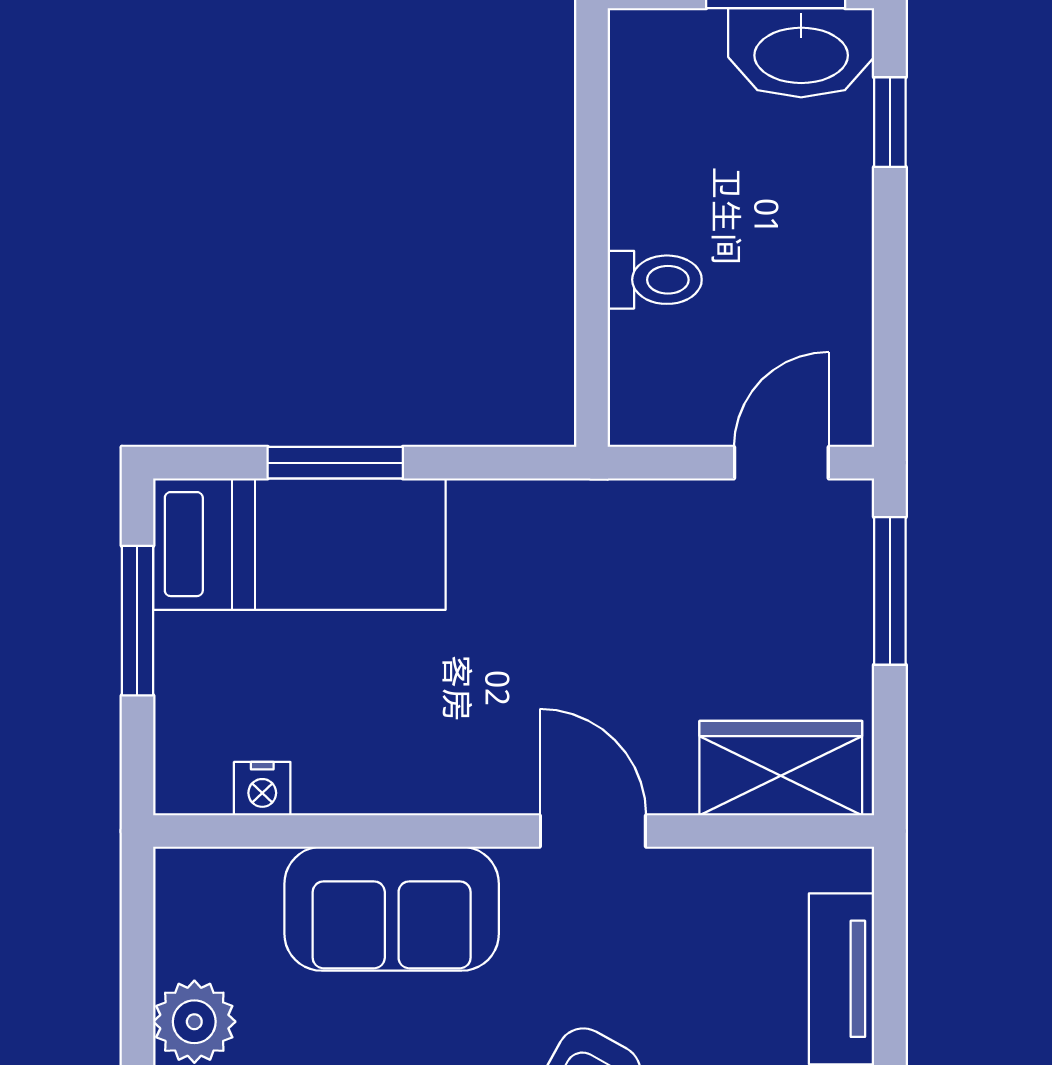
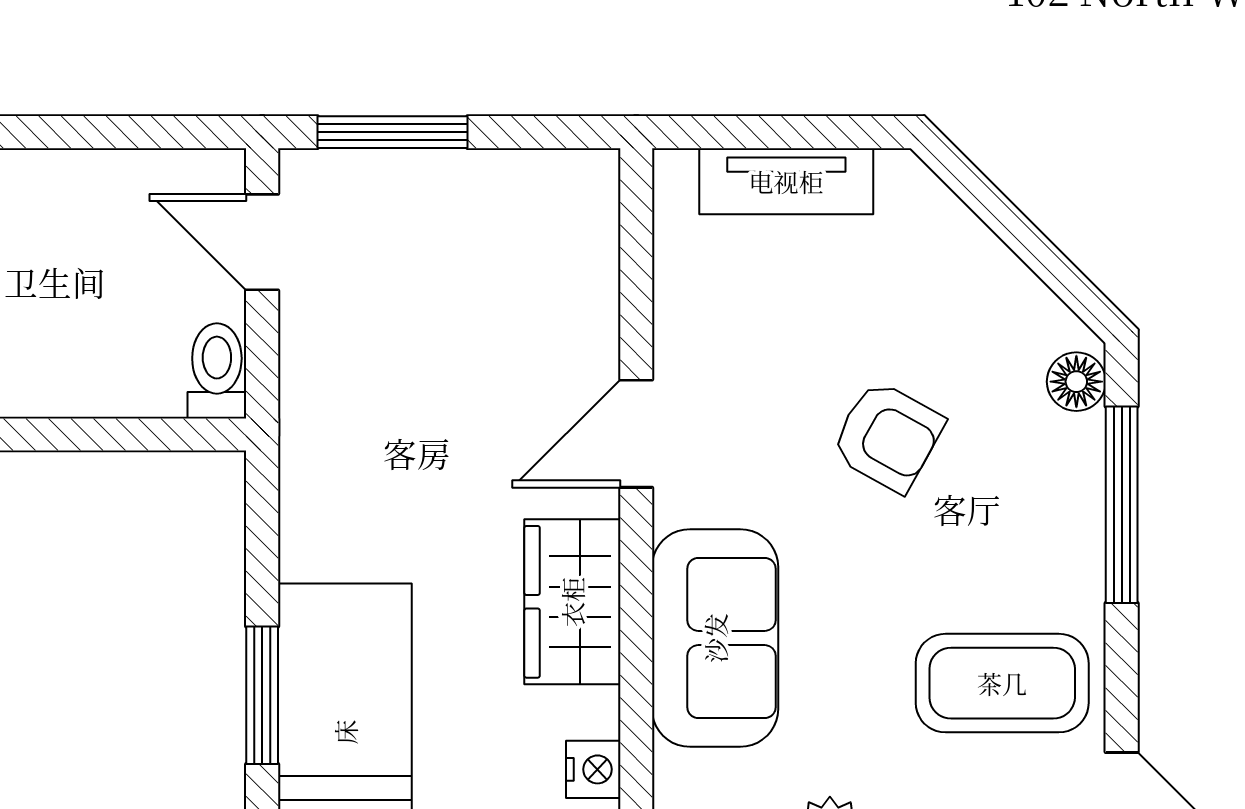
toilet: (655, 280) -> (217, 371), moved
wardrobe: (781, 768) -> (572, 602), moved

